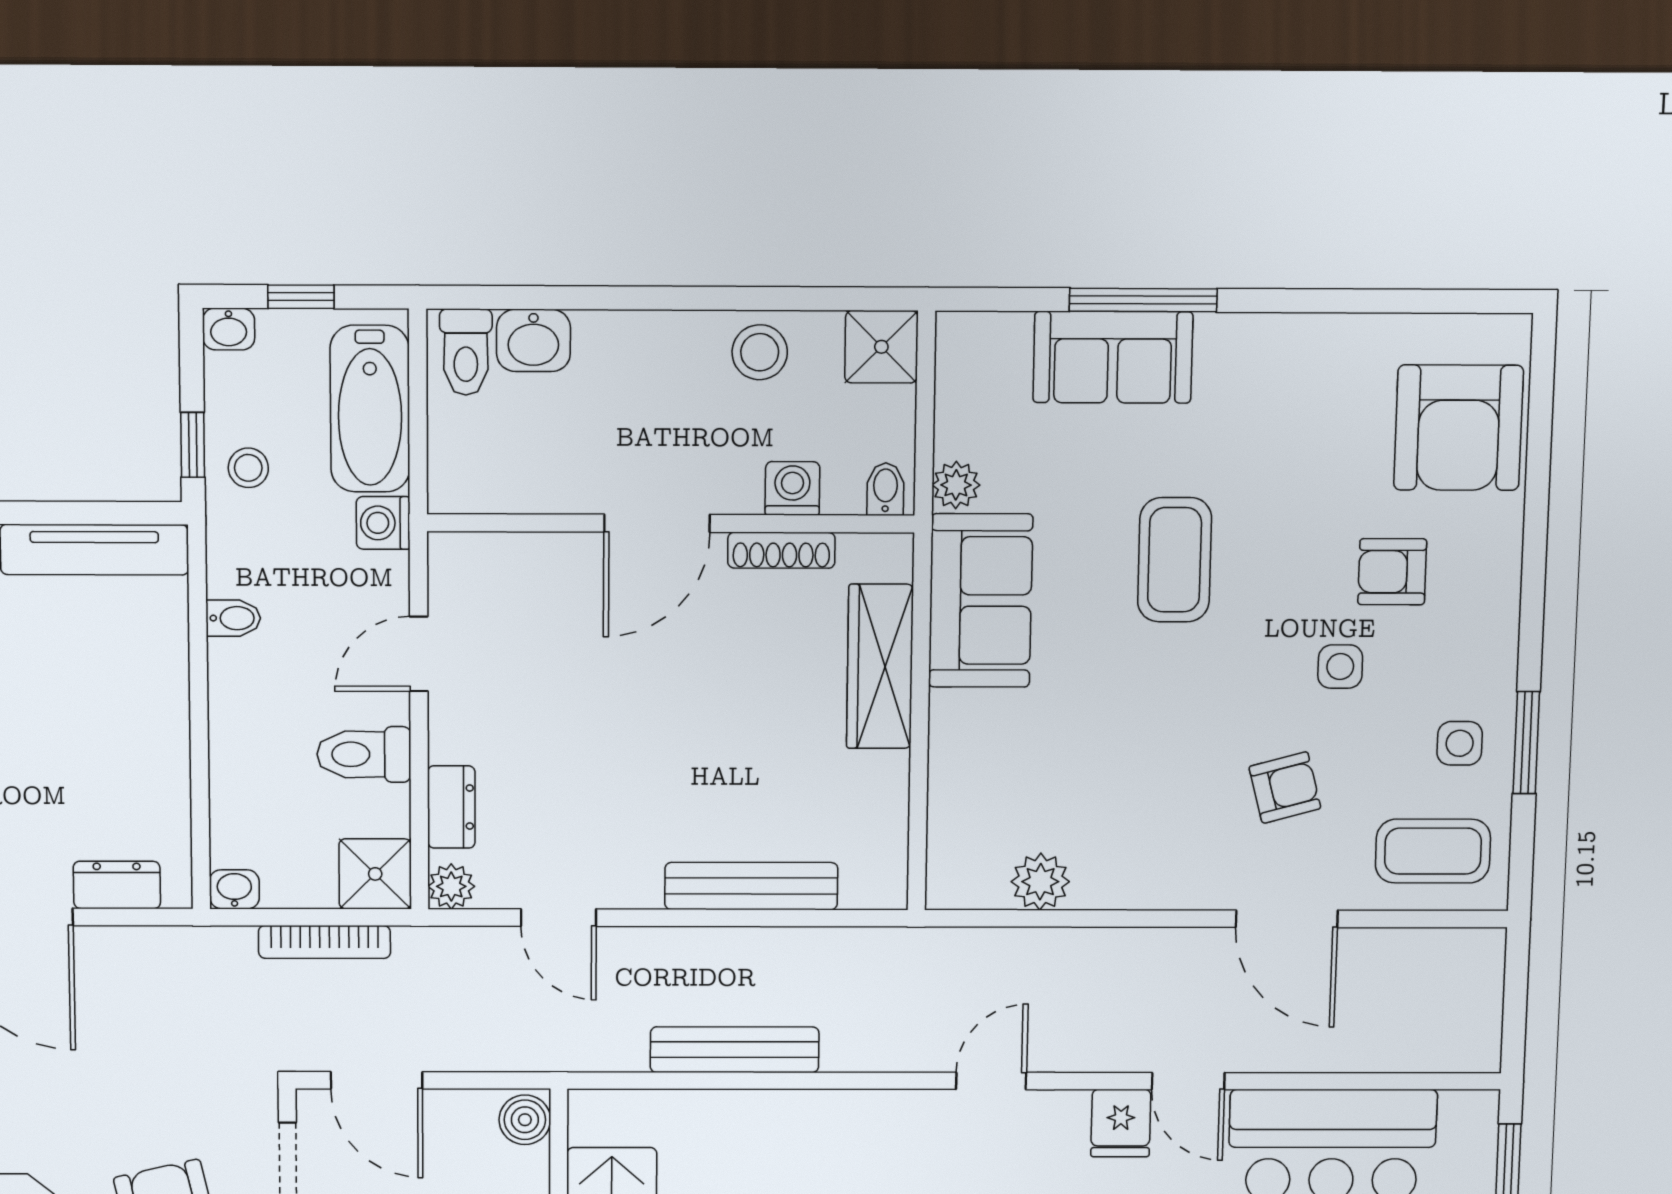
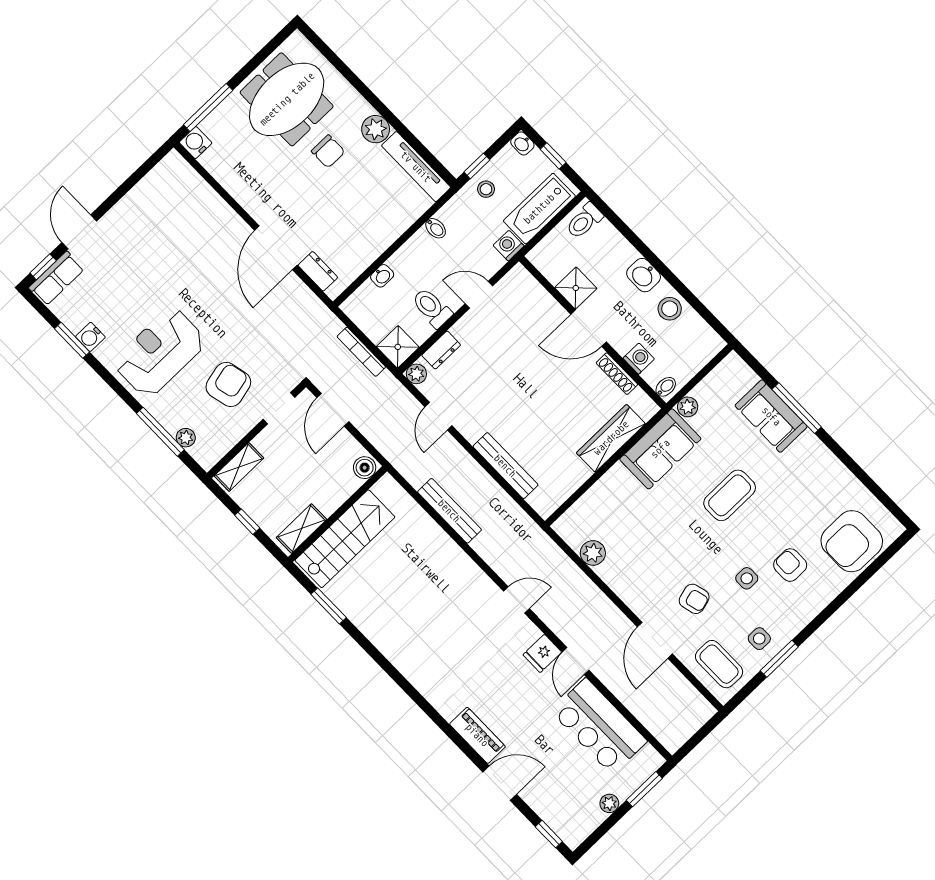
washbasin: (533, 340) -> (644, 275), moved
shower: (881, 347) -> (576, 288), moved
washbasin: (234, 889) -> (382, 276), moved, turned 90

